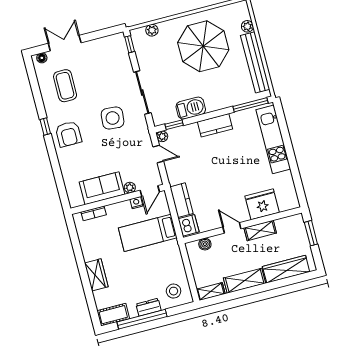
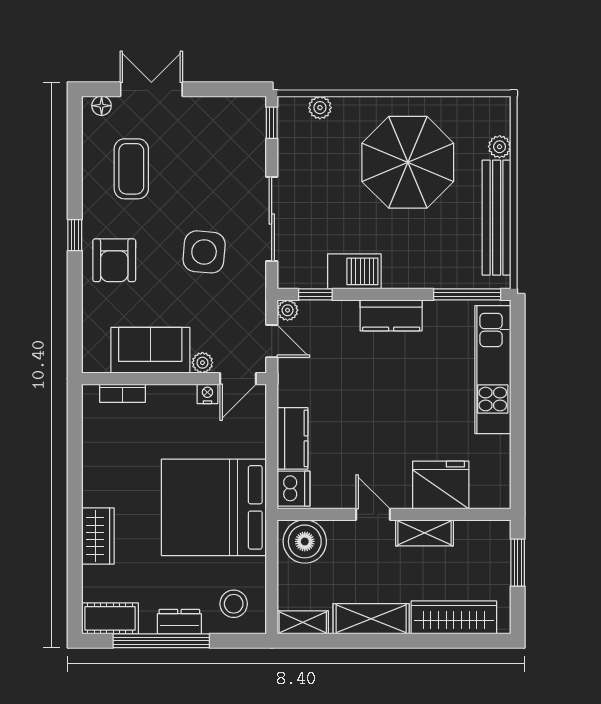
sofa: (102, 188) -> (150, 350), moved
plant: (130, 188) -> (202, 363), moved
door: (150, 191) -> (238, 379), moved
wall: (118, 199) -> (174, 379), moved
nightstand: (136, 203) -> (207, 394), moved
bookcase: (94, 213) -> (123, 393), moved
bed: (148, 233) -> (214, 507), width x2.04
boiler: (205, 244) -> (305, 541), width x1.86, depth x1.86

